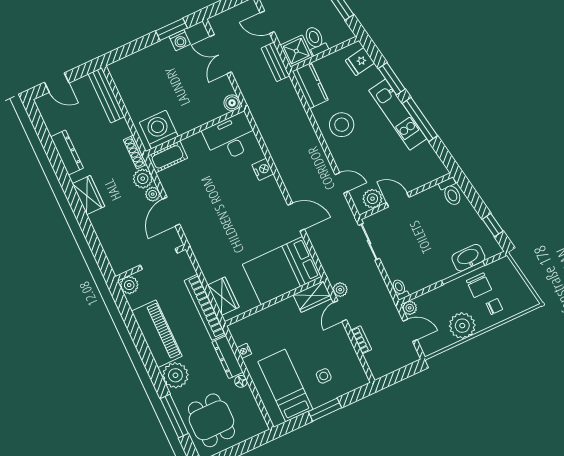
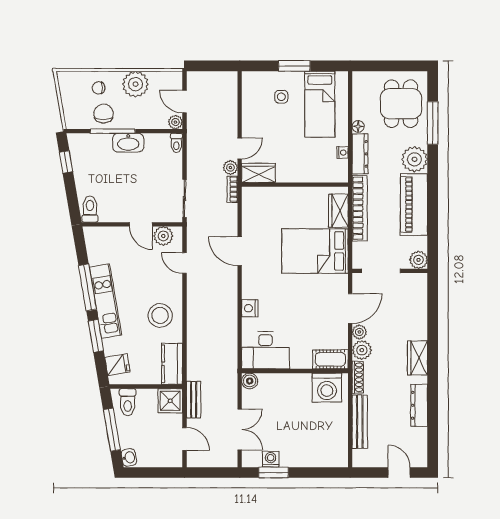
toilet: (316, 40) -> (128, 402), moved
bench: (106, 95) -> (360, 422), moved
washbasin: (468, 258) -> (128, 143), moved
bed: (282, 271) -> (315, 251), moved, turned 180
bookcase: (361, 340) -> (232, 189), moved

